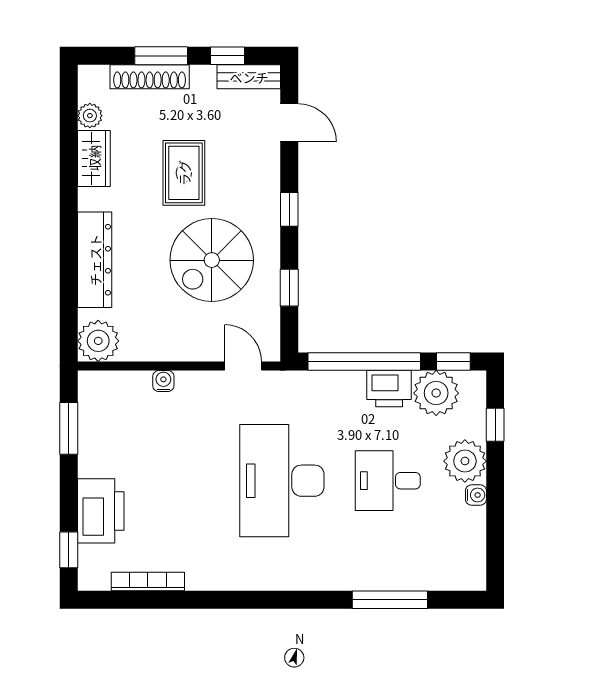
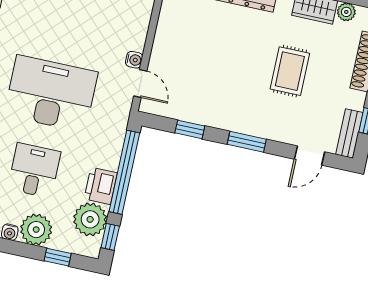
rug: (184, 173) -> (290, 71), turned 90
window: (289, 209) -> (247, 142), width x1.50
spiral stairs: (212, 260) -> (222, 78), removed
door: (243, 366) -> (140, 84), hinge flipped
water cooler: (163, 381) -> (134, 60), moved

